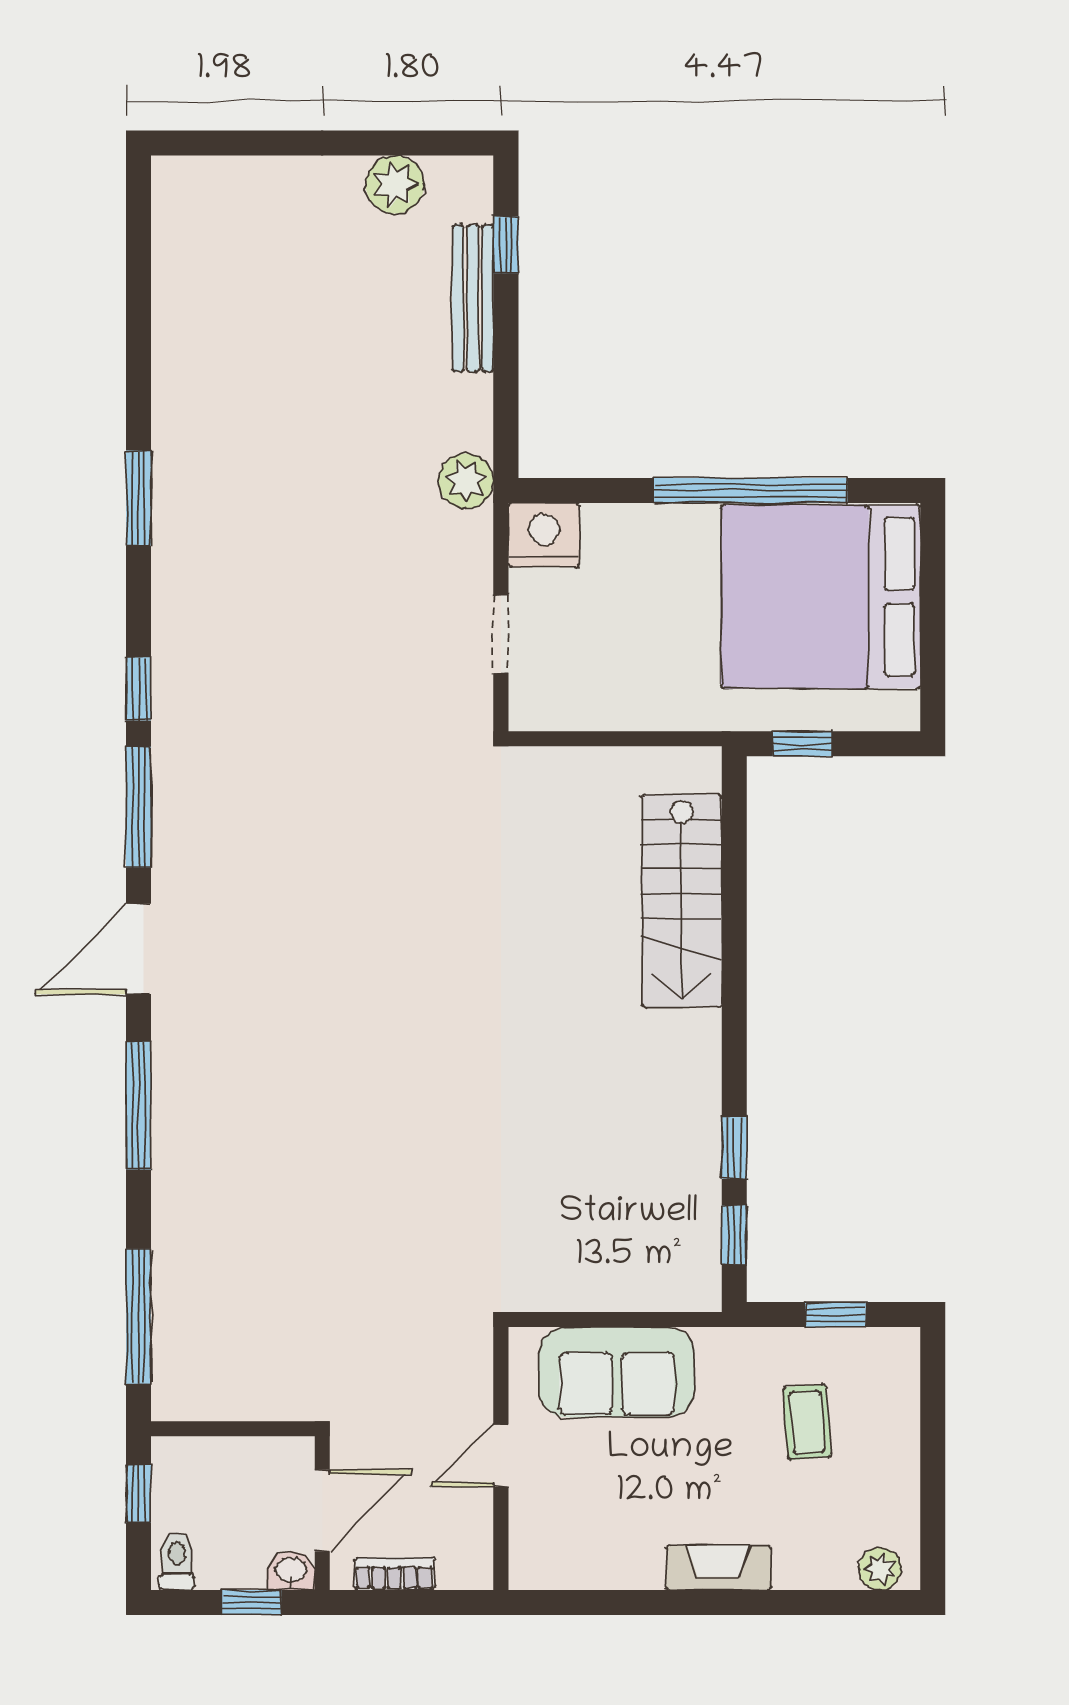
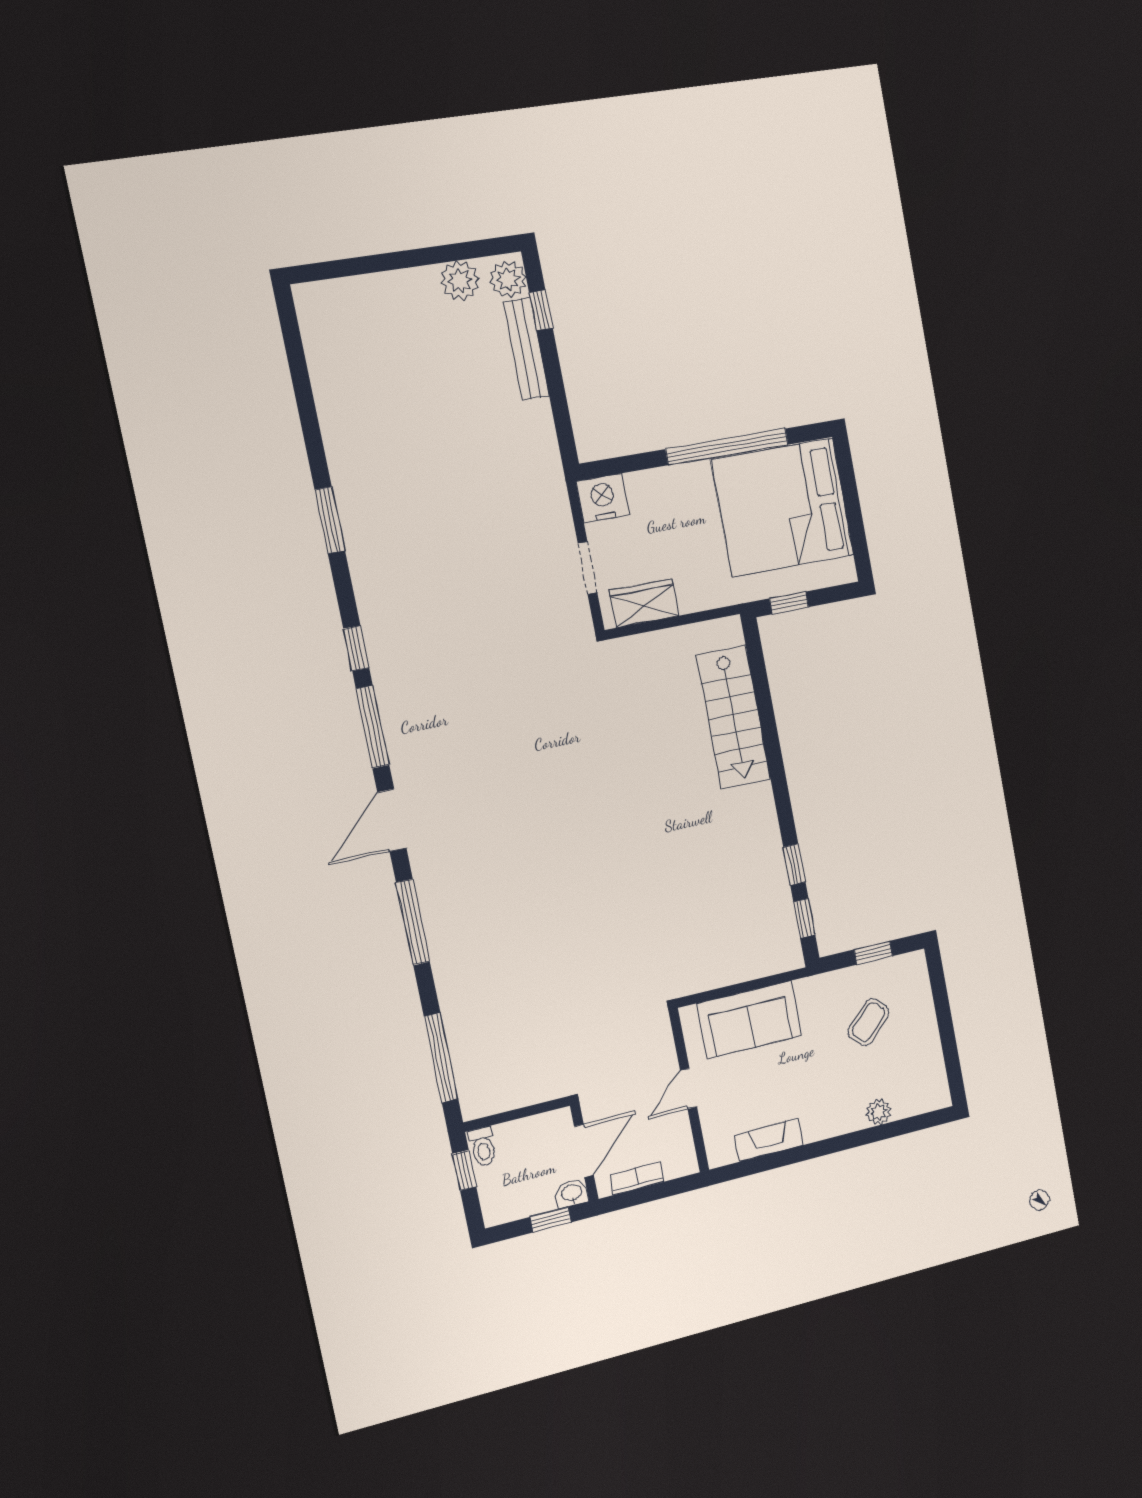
plant: (466, 481) -> (508, 279), moved
wardrobe: (577, 702) -> (644, 603), added
coffee table: (807, 1422) -> (869, 1022), turned 49
toilet: (177, 1561) -> (483, 1147), moved, turned 180
fireplace: (719, 1568) -> (769, 1140), moved
plant: (880, 1569) -> (879, 1112), moved

